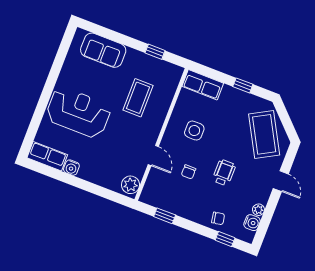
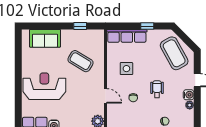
row of seats: (203, 85) -> (127, 36), width x1.48
coffee table: (138, 98) -> (80, 61), turned -59
water cooler: (252, 223) -> (189, 95), moved

